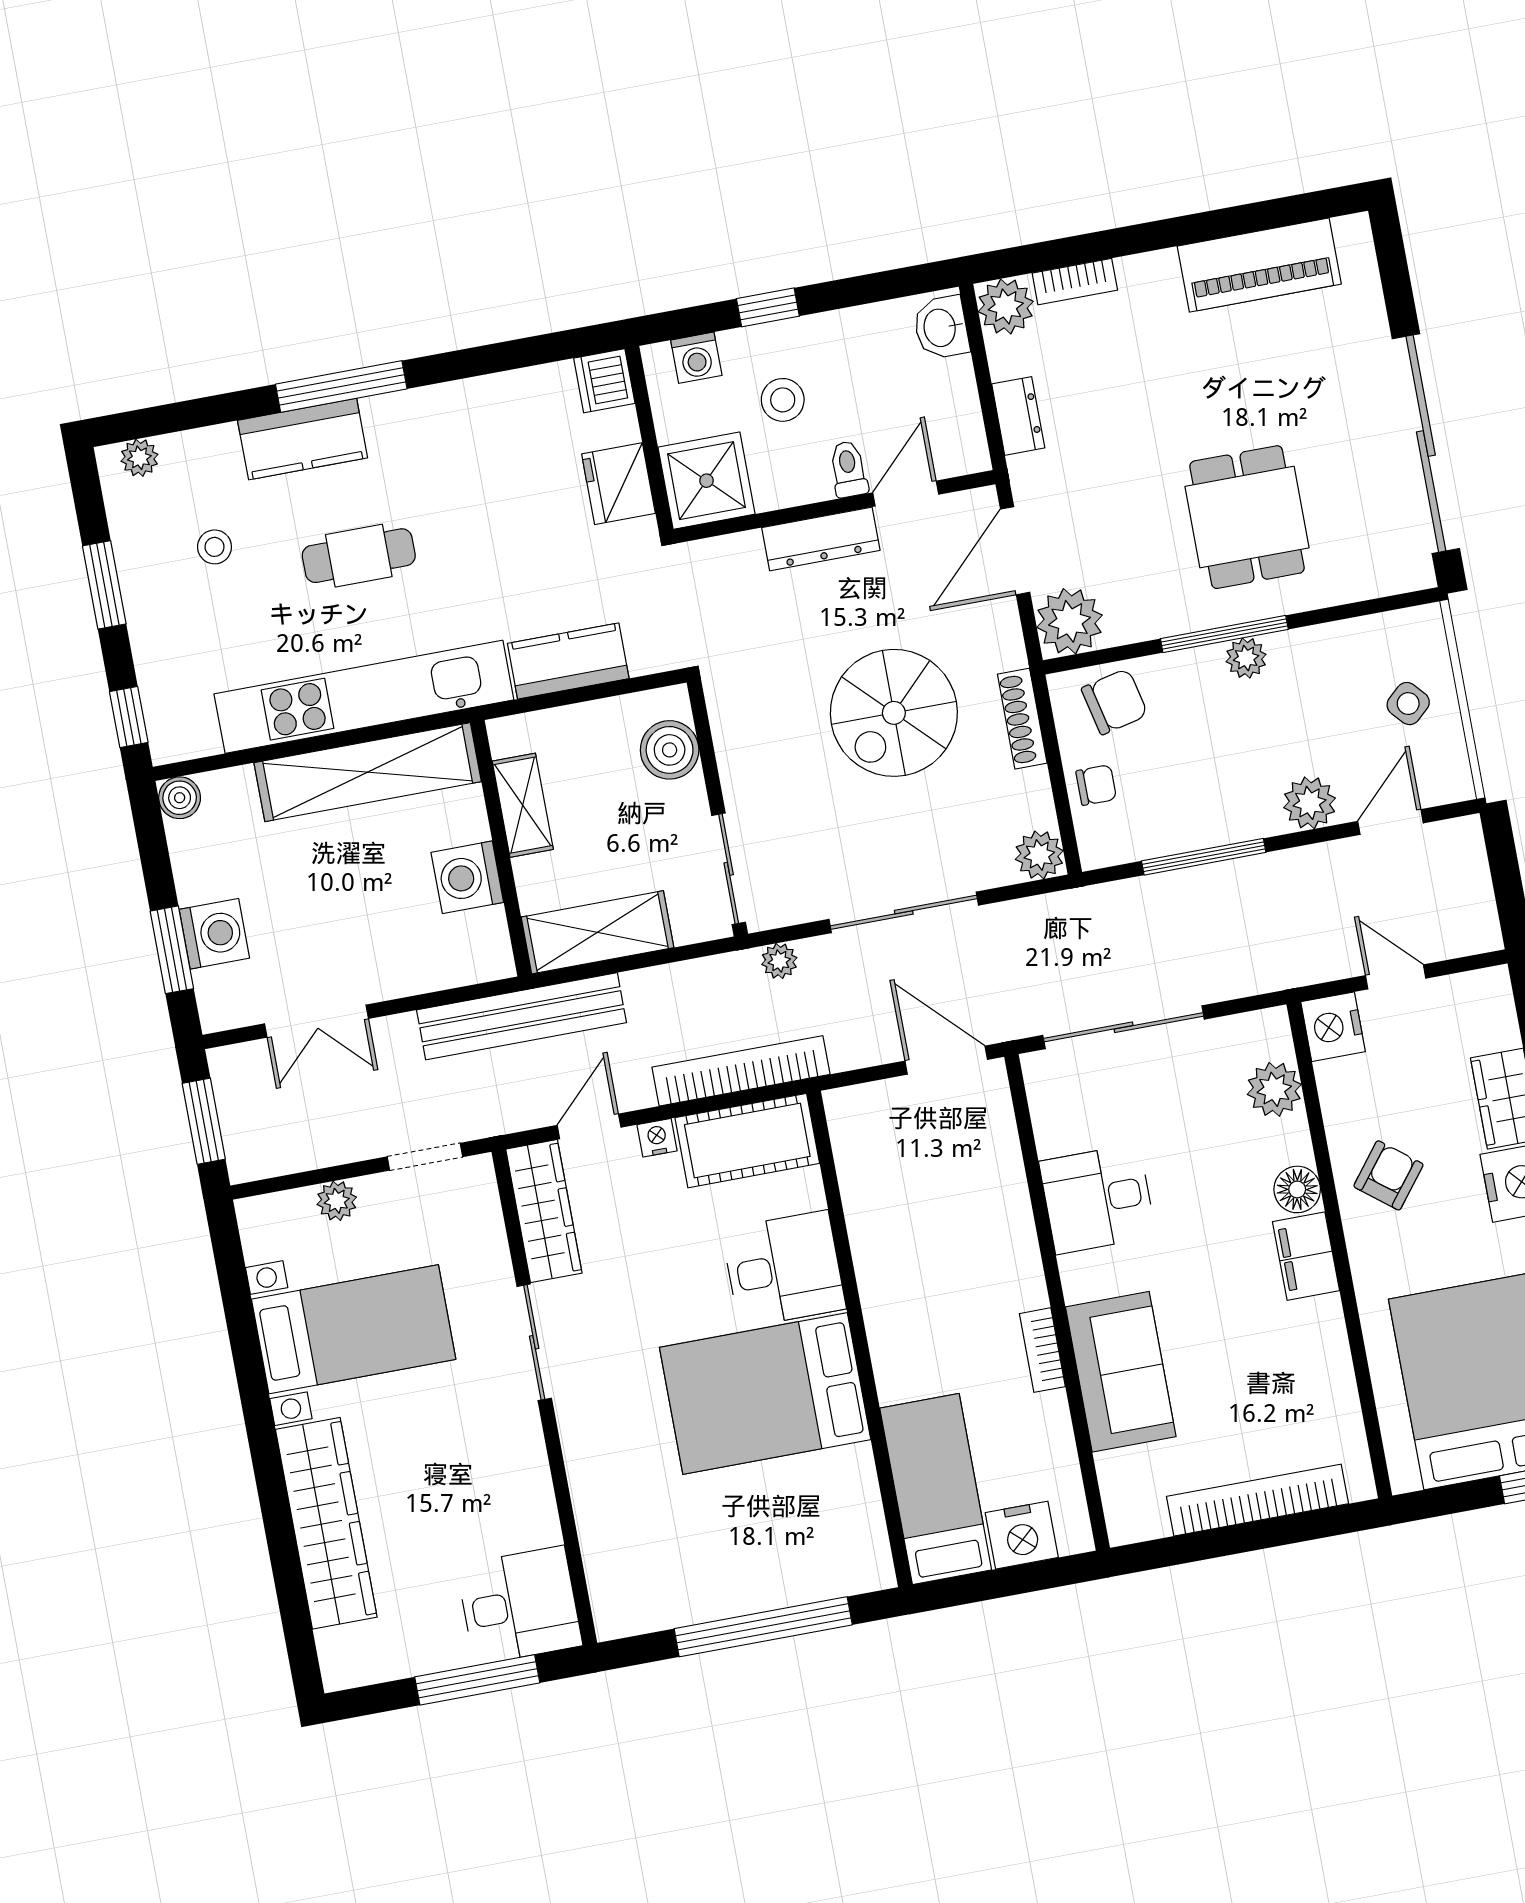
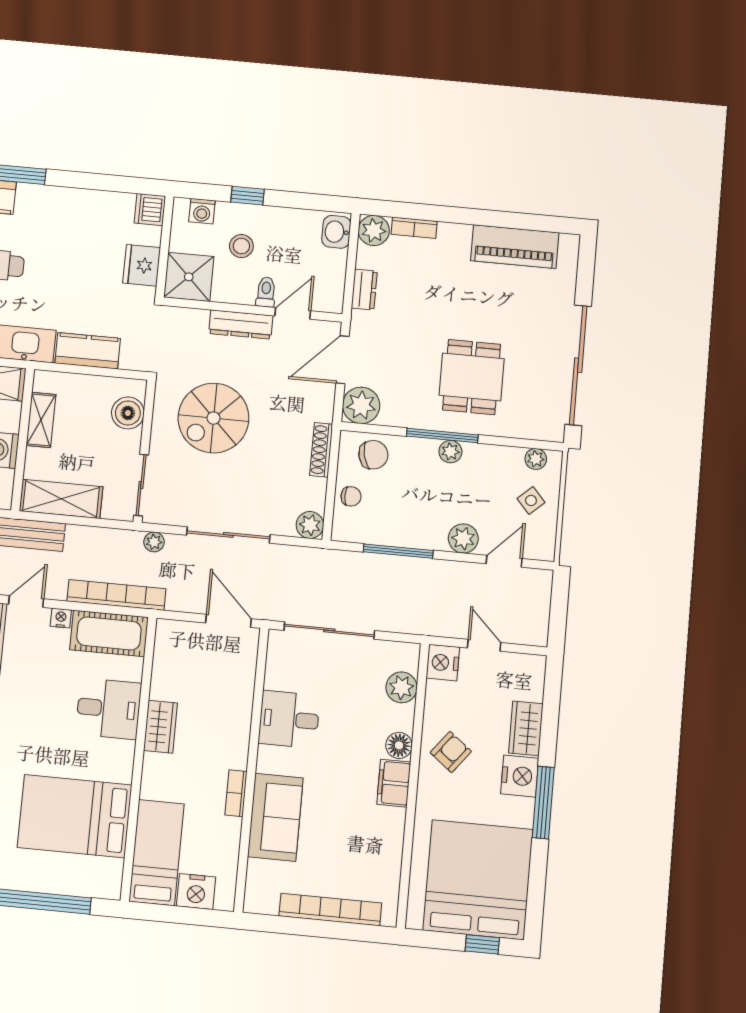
plant: (1397, 629) -> (536, 459), added
spiral stairs: (894, 713) -> (213, 418), moved
wardrobe: (881, 1274) -> (160, 727), added
bed: (765, 1393) -> (75, 816), moved

